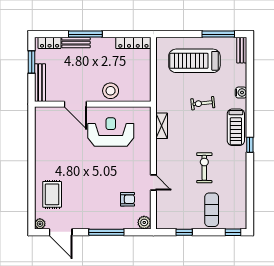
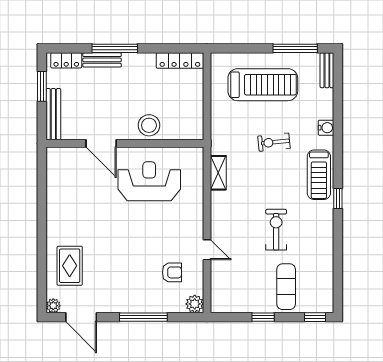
treadmill: (194, 61) -> (263, 85), turned 180
window: (184, 232) -> (263, 317), moved

